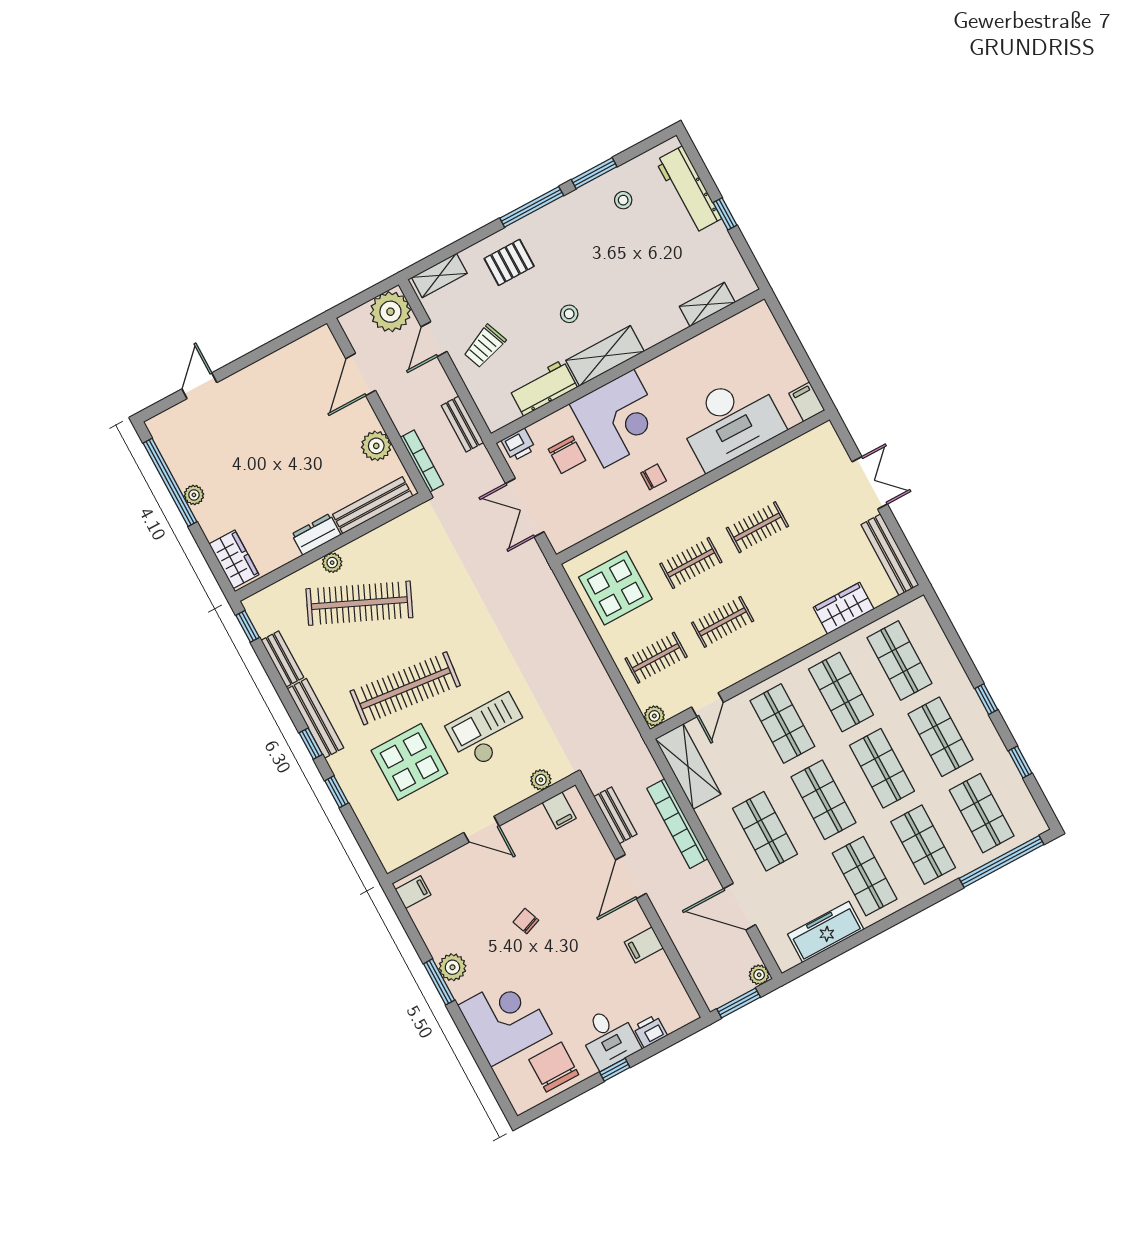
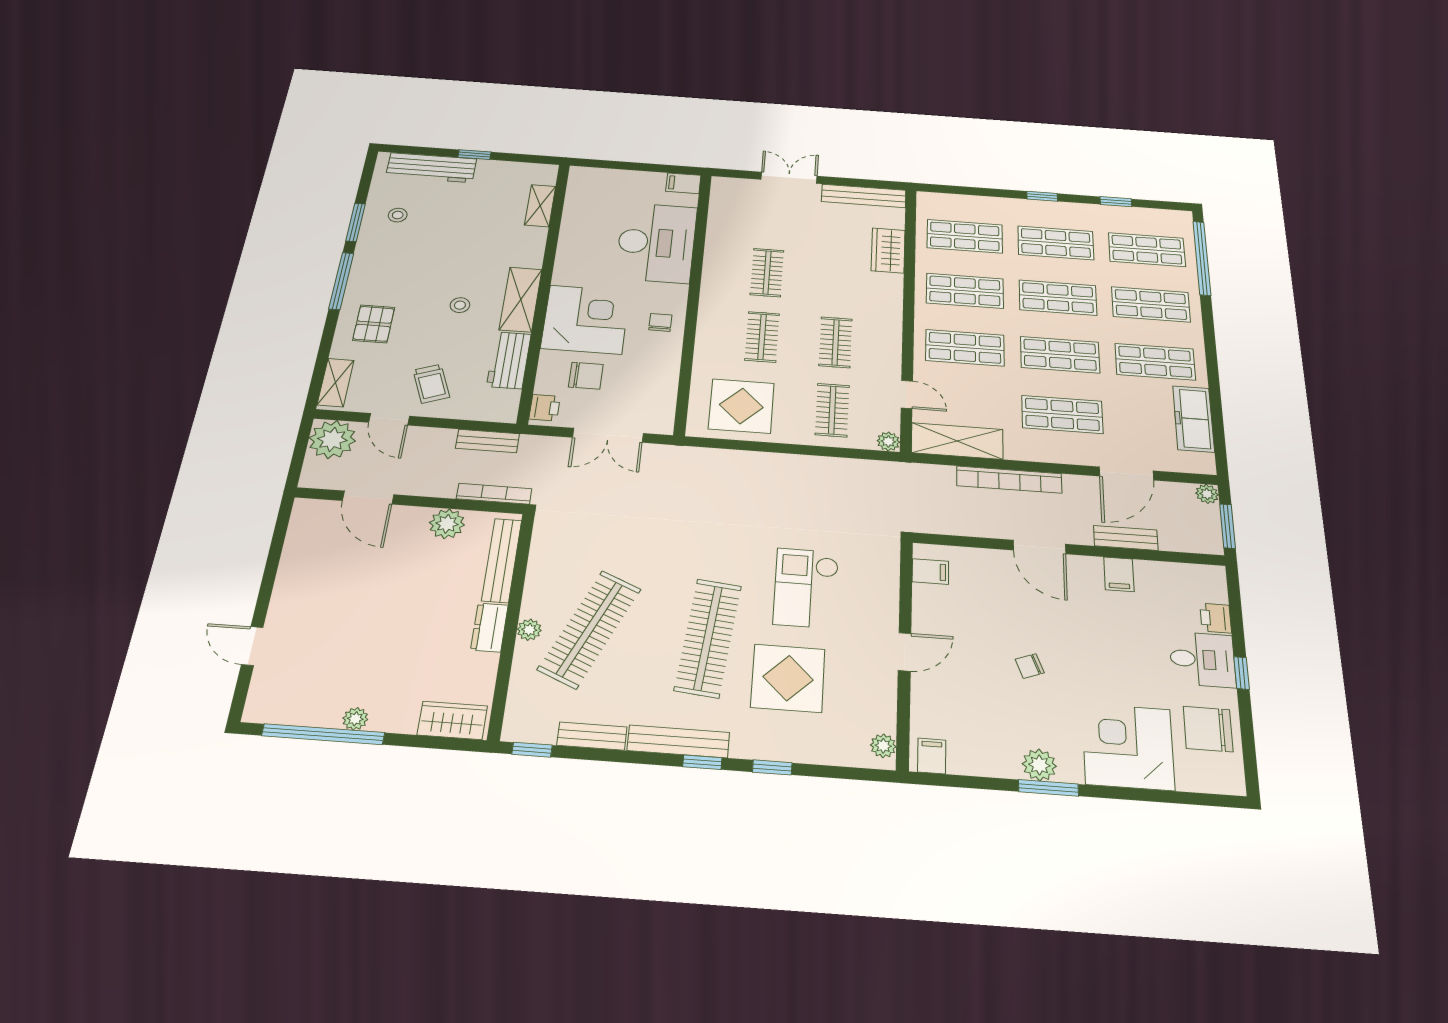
plant: (541, 780) -> (883, 746), moved
bench: (615, 815) -> (1126, 538), moved

